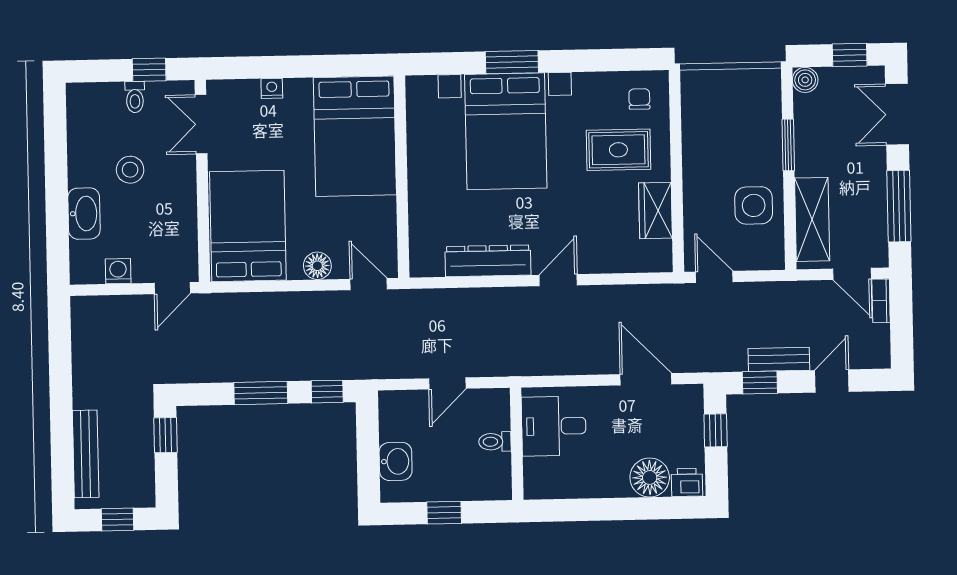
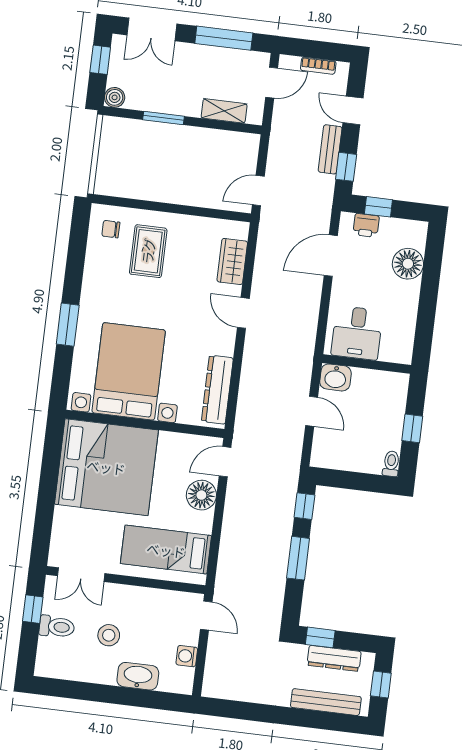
nightstand: (272, 88) -> (61, 515), removed
toilet: (135, 97) -> (57, 627), width x1.37, depth x1.39
bed with nightstands: (506, 131) -> (129, 371), moved, turned -90
bed: (355, 136) -> (106, 467), width x1.36
side table: (754, 205) -> (207, 152), removed
wardrobe: (655, 210) -> (232, 261), moved, turned 90
shelving: (812, 219) -> (224, 111), width x0.67, depth x0.75
bed: (248, 226) -> (166, 550), width x0.67
dresser: (488, 261) -> (217, 390), moved
floor lamp: (317, 266) -> (201, 495), width x1.38, depth x1.38
bookcase: (881, 301) -> (318, 66), moved
toilet: (495, 442) -> (391, 464), moved, turned 180
dresser: (142, 456) -> (334, 658), added
washbasin: (396, 461) -> (335, 377), moved, turned 180
printer: (687, 482) -> (366, 225), moved, turned -90

